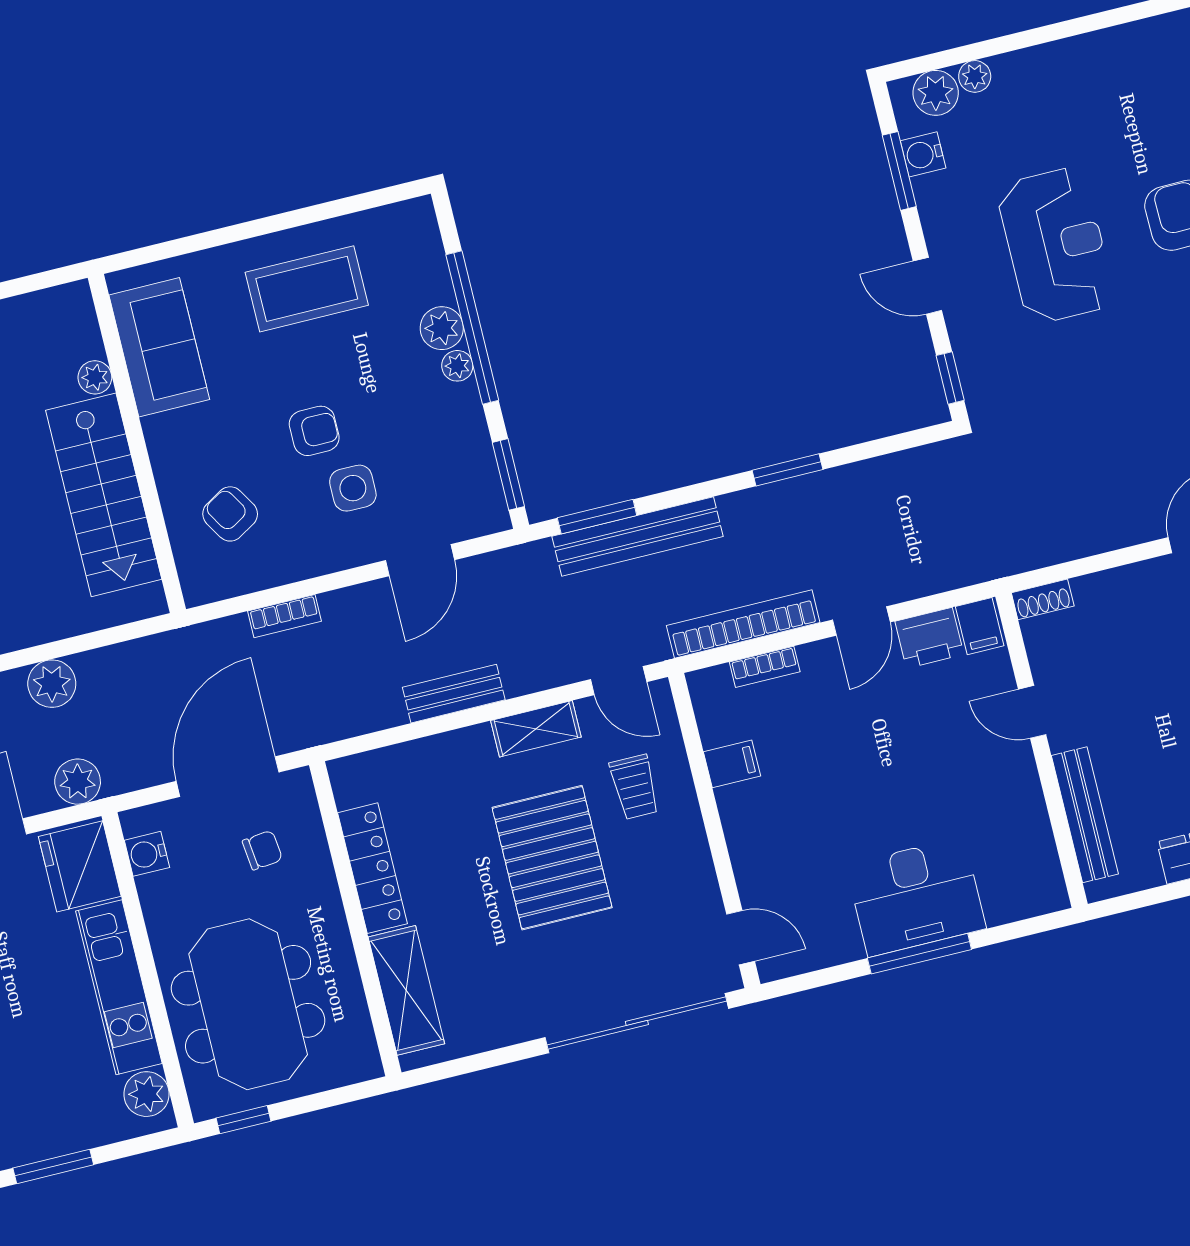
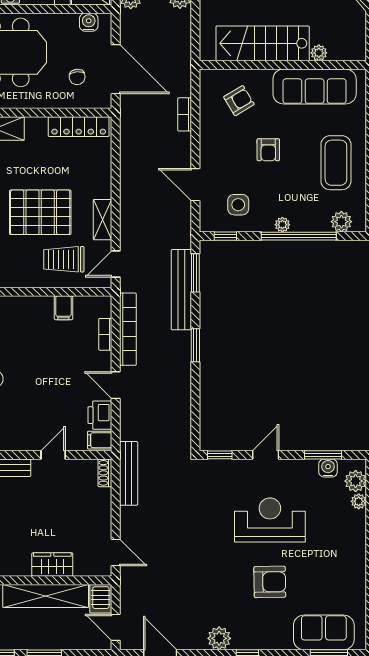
reception desk: (1056, 245) -> (270, 520), turned 180
plant: (442, 328) -> (341, 222), moved
sofa: (159, 347) -> (315, 86), width x1.36
window: (788, 470) -> (195, 345), moved
window: (508, 474) -> (225, 236), width x0.67
side table: (353, 488) -> (238, 205), moved
bench: (454, 694) -> (129, 473), moved, width x1.36
trolley: (635, 787) -> (64, 259), width x1.36, depth x1.39
locker: (372, 868) -> (79, 127), moved

